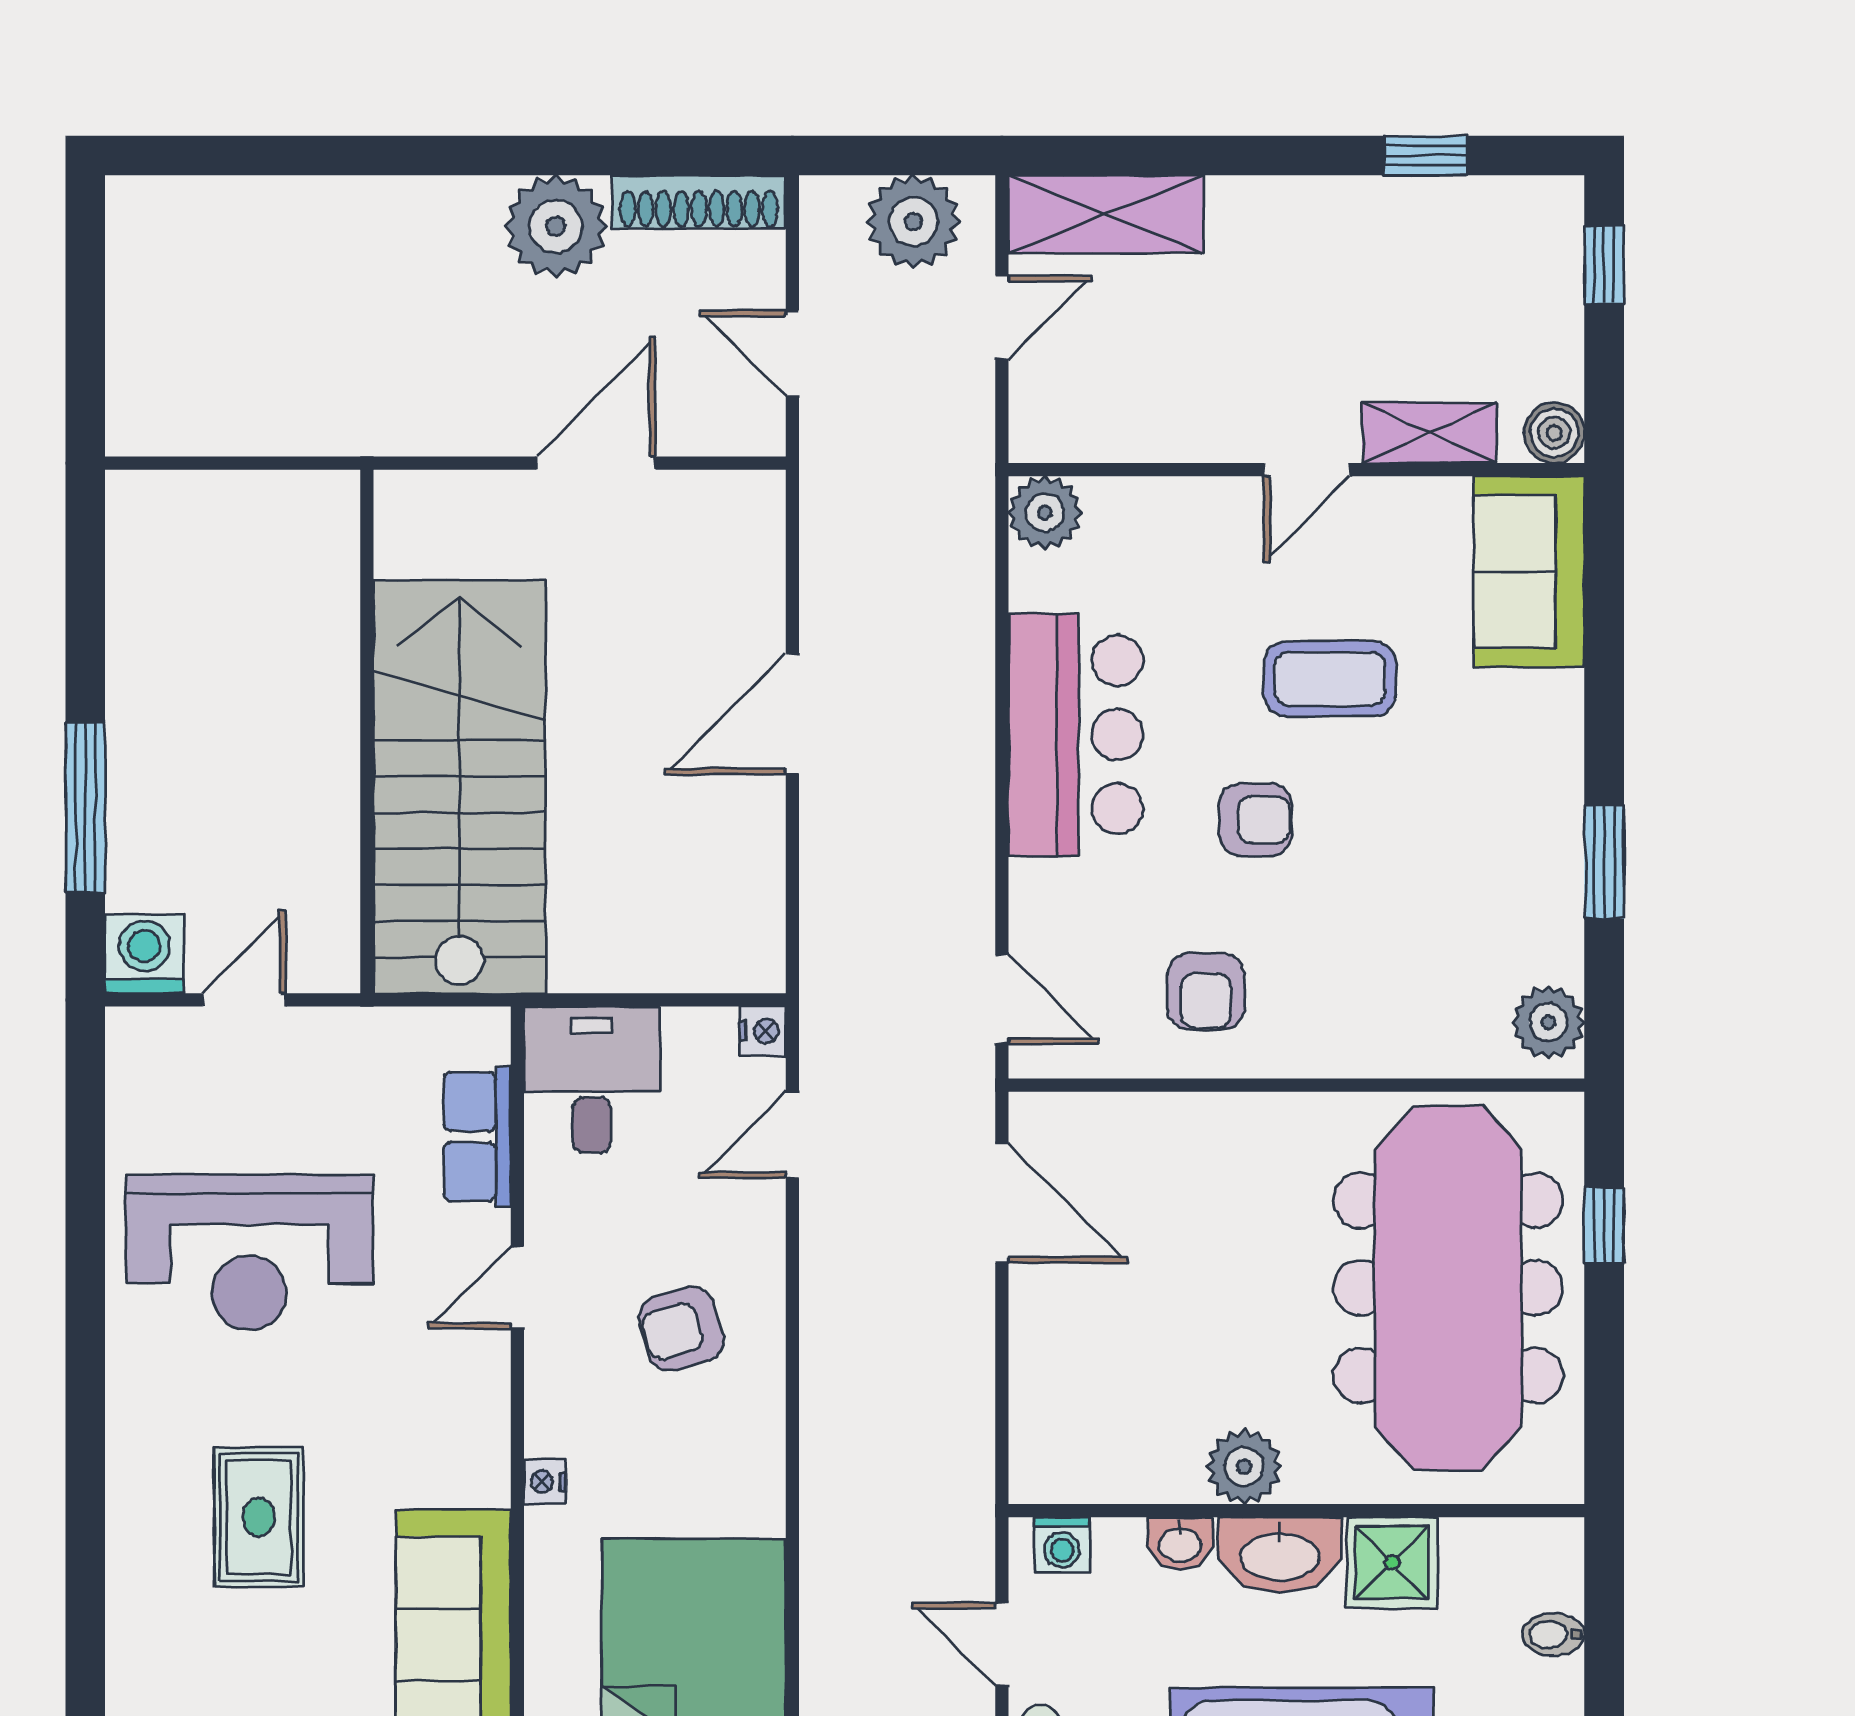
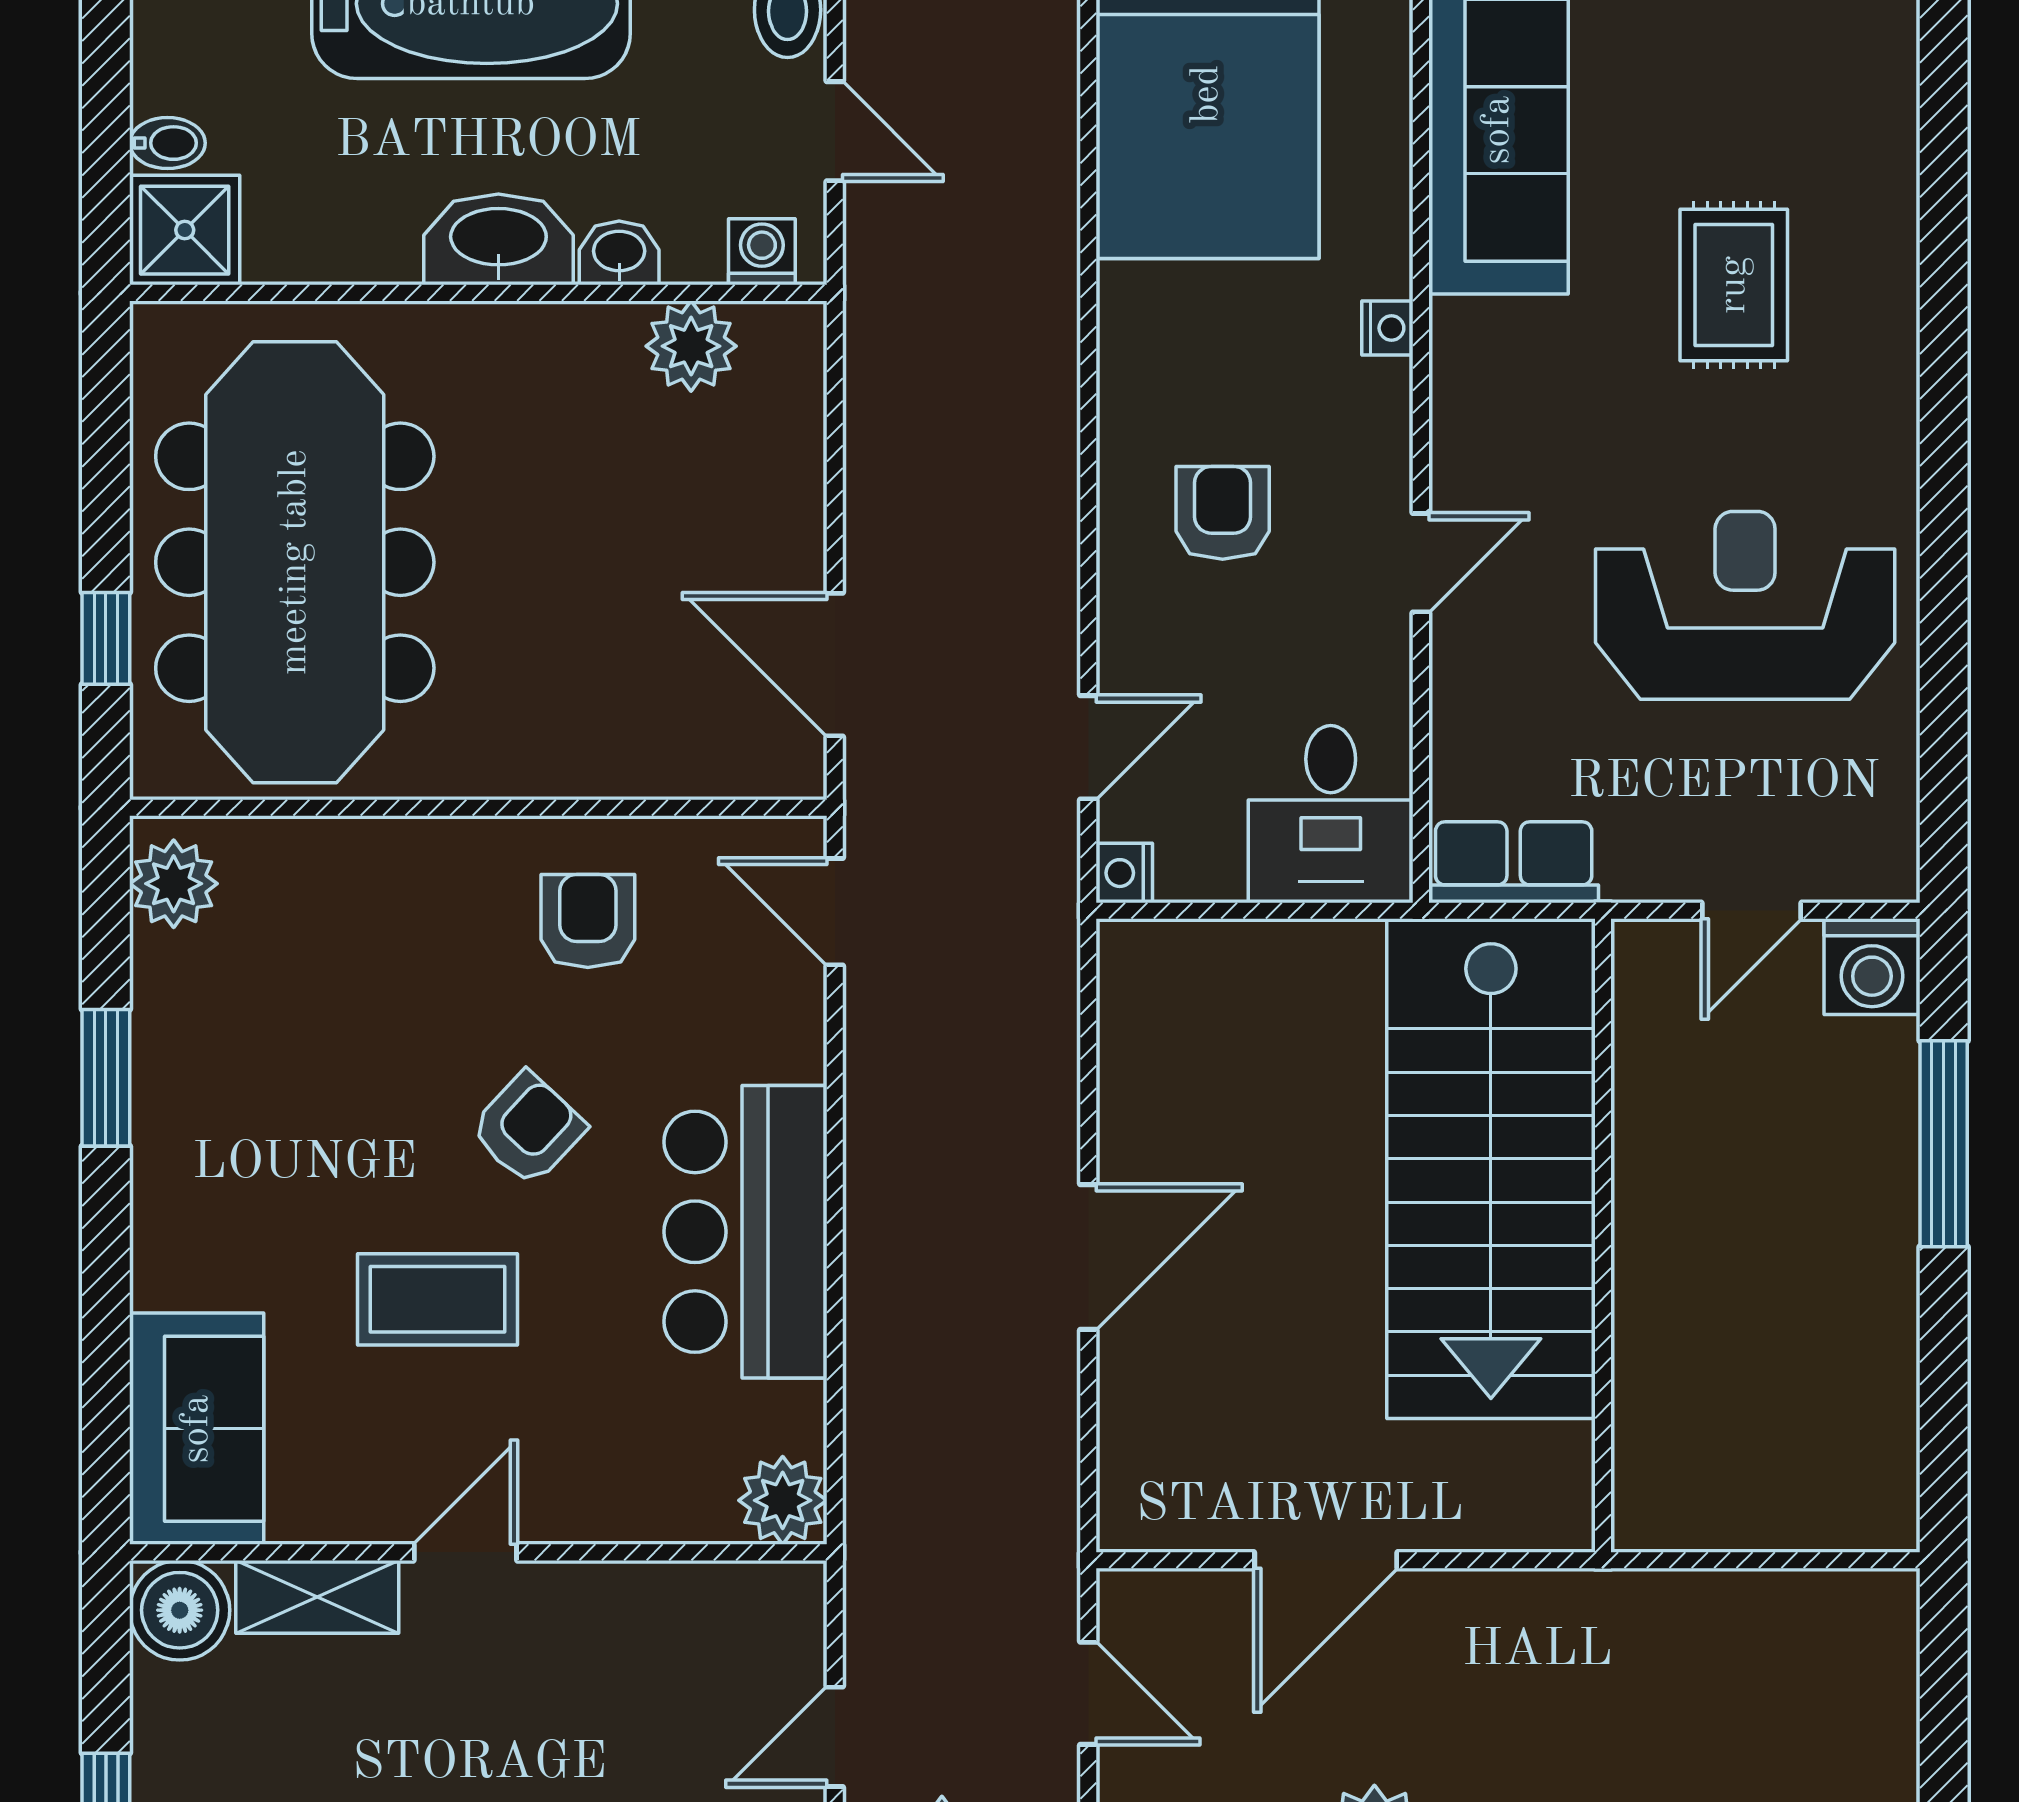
boiler: (1554, 433) -> (180, 1610), width x1.36, depth x1.36
armchair: (1255, 820) -> (528, 1129), turned 133
row of seats: (477, 1137) -> (1514, 862), moved, turned -90
armchair: (681, 1329) -> (1223, 513), turned -74
plant: (1244, 1467) -> (691, 346), moved
shower: (1392, 1563) -> (185, 230), moved

